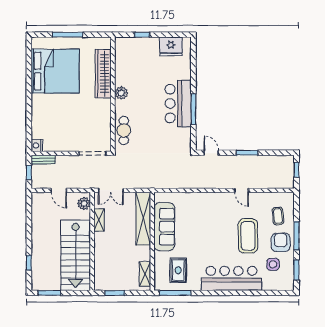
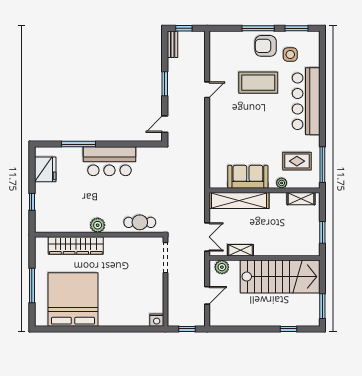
window: (193, 109) -> (78, 144), moved
bench: (43, 160) -> (173, 44), moved
coffee table: (278, 216) -> (236, 49), removed
sofa: (164, 227) -> (248, 177), width x0.73
plant: (159, 257) -> (282, 183), added

